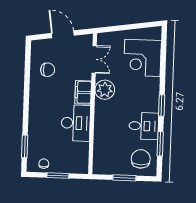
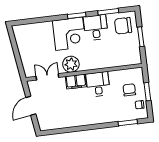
corner desk: (142, 58) -> (69, 34), moved
chair: (48, 70) -> (129, 90), moved
desk: (76, 123) -> (98, 84), width x0.73

